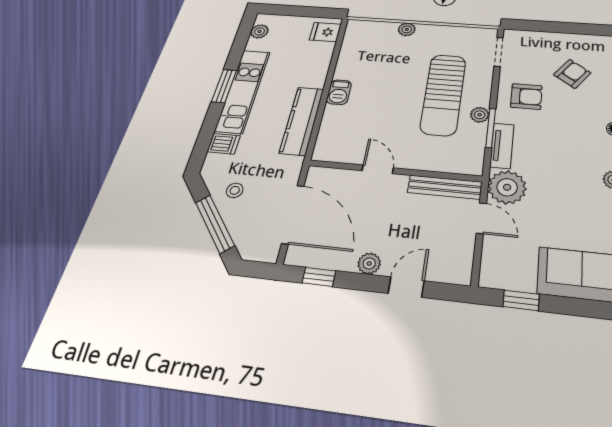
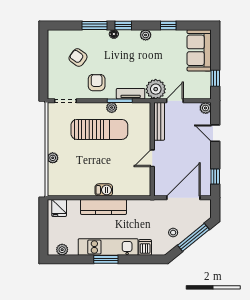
kitchen counter: (302, 121) -> (104, 207), moved
plant: (369, 264) -> (206, 108), moved

